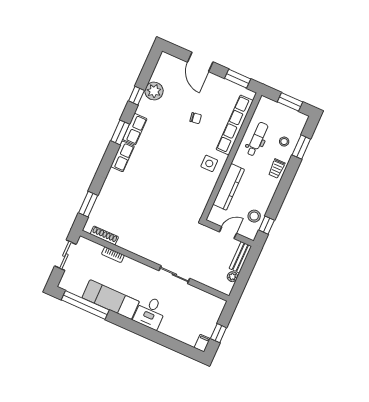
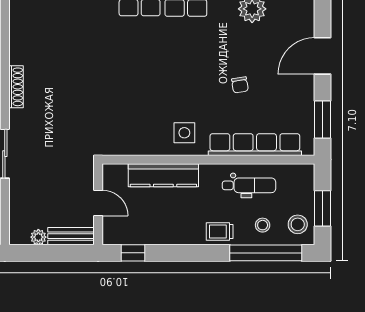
window: (301, 147) -> (266, 253), width x2.11
stool: (254, 216) -> (298, 224), moved
shoe rack: (104, 236) -> (16, 87), moved

